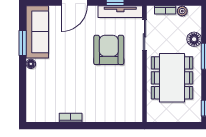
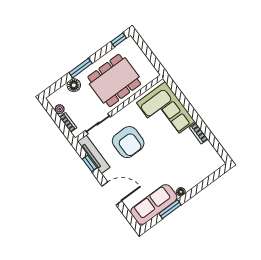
armchair: (109, 50) -> (128, 142), turned -90
corner sofa: (111, 102) -> (166, 112), added

